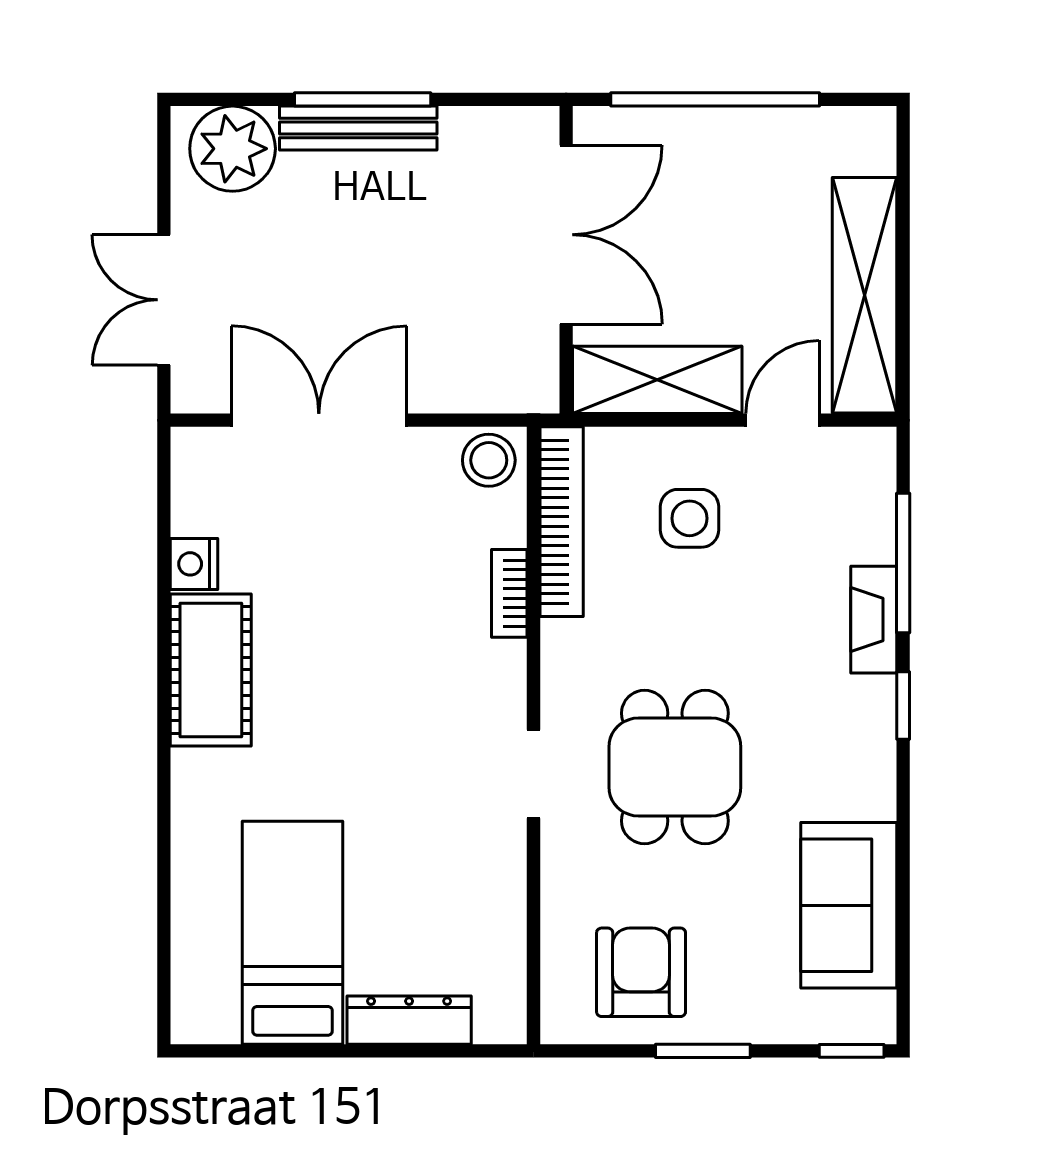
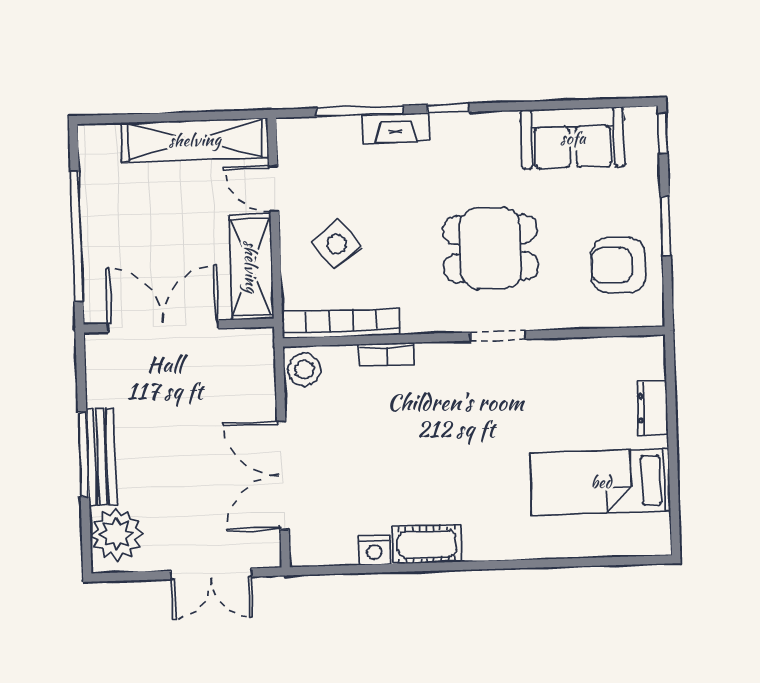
side table: (690, 518) -> (336, 244), turned -38
cot: (211, 670) -> (427, 544), width x0.73, depth x0.75
dresser: (409, 1020) -> (652, 408), width x0.70

